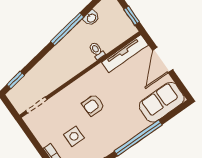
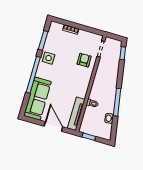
sofa: (162, 102) -> (37, 99), width x1.36
armchair: (93, 105) -> (84, 60), moved
side table: (74, 136) -> (49, 58), moved

